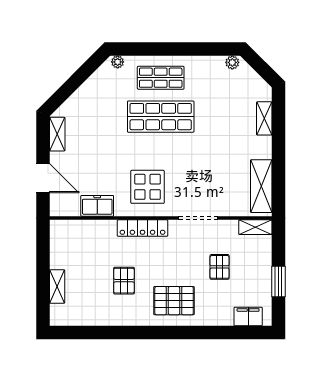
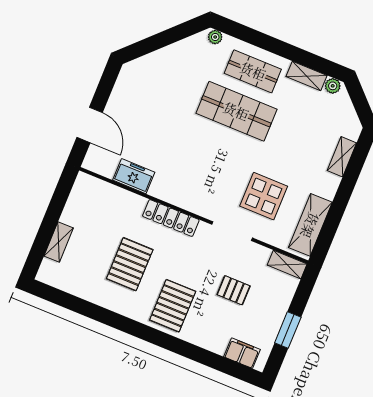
shelving: (57, 134) -> (307, 76), moved, turned 90
display table: (148, 187) -> (264, 196), moved
pallet: (220, 267) -> (234, 290), turned 90
pallet: (124, 281) -> (130, 264), width x1.50, depth x1.42
pallet: (174, 301) -> (173, 306), turned 90

